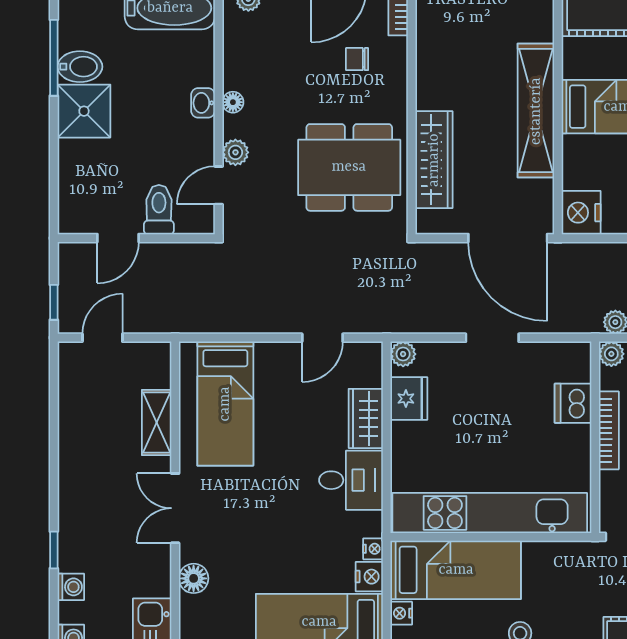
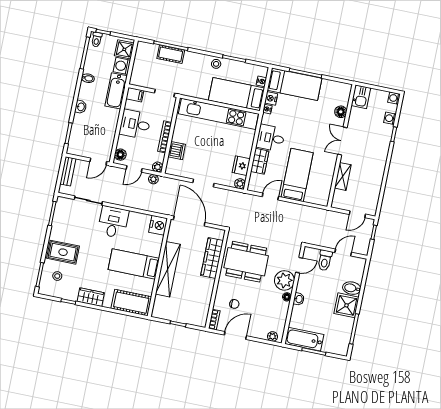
bidet: (80, 67) -> (352, 288), moved
plant: (235, 152) -> (284, 280), width x1.88, depth x1.88
bed: (225, 404) -> (297, 175), moved
double door: (175, 508) -> (342, 141), swing flipped

